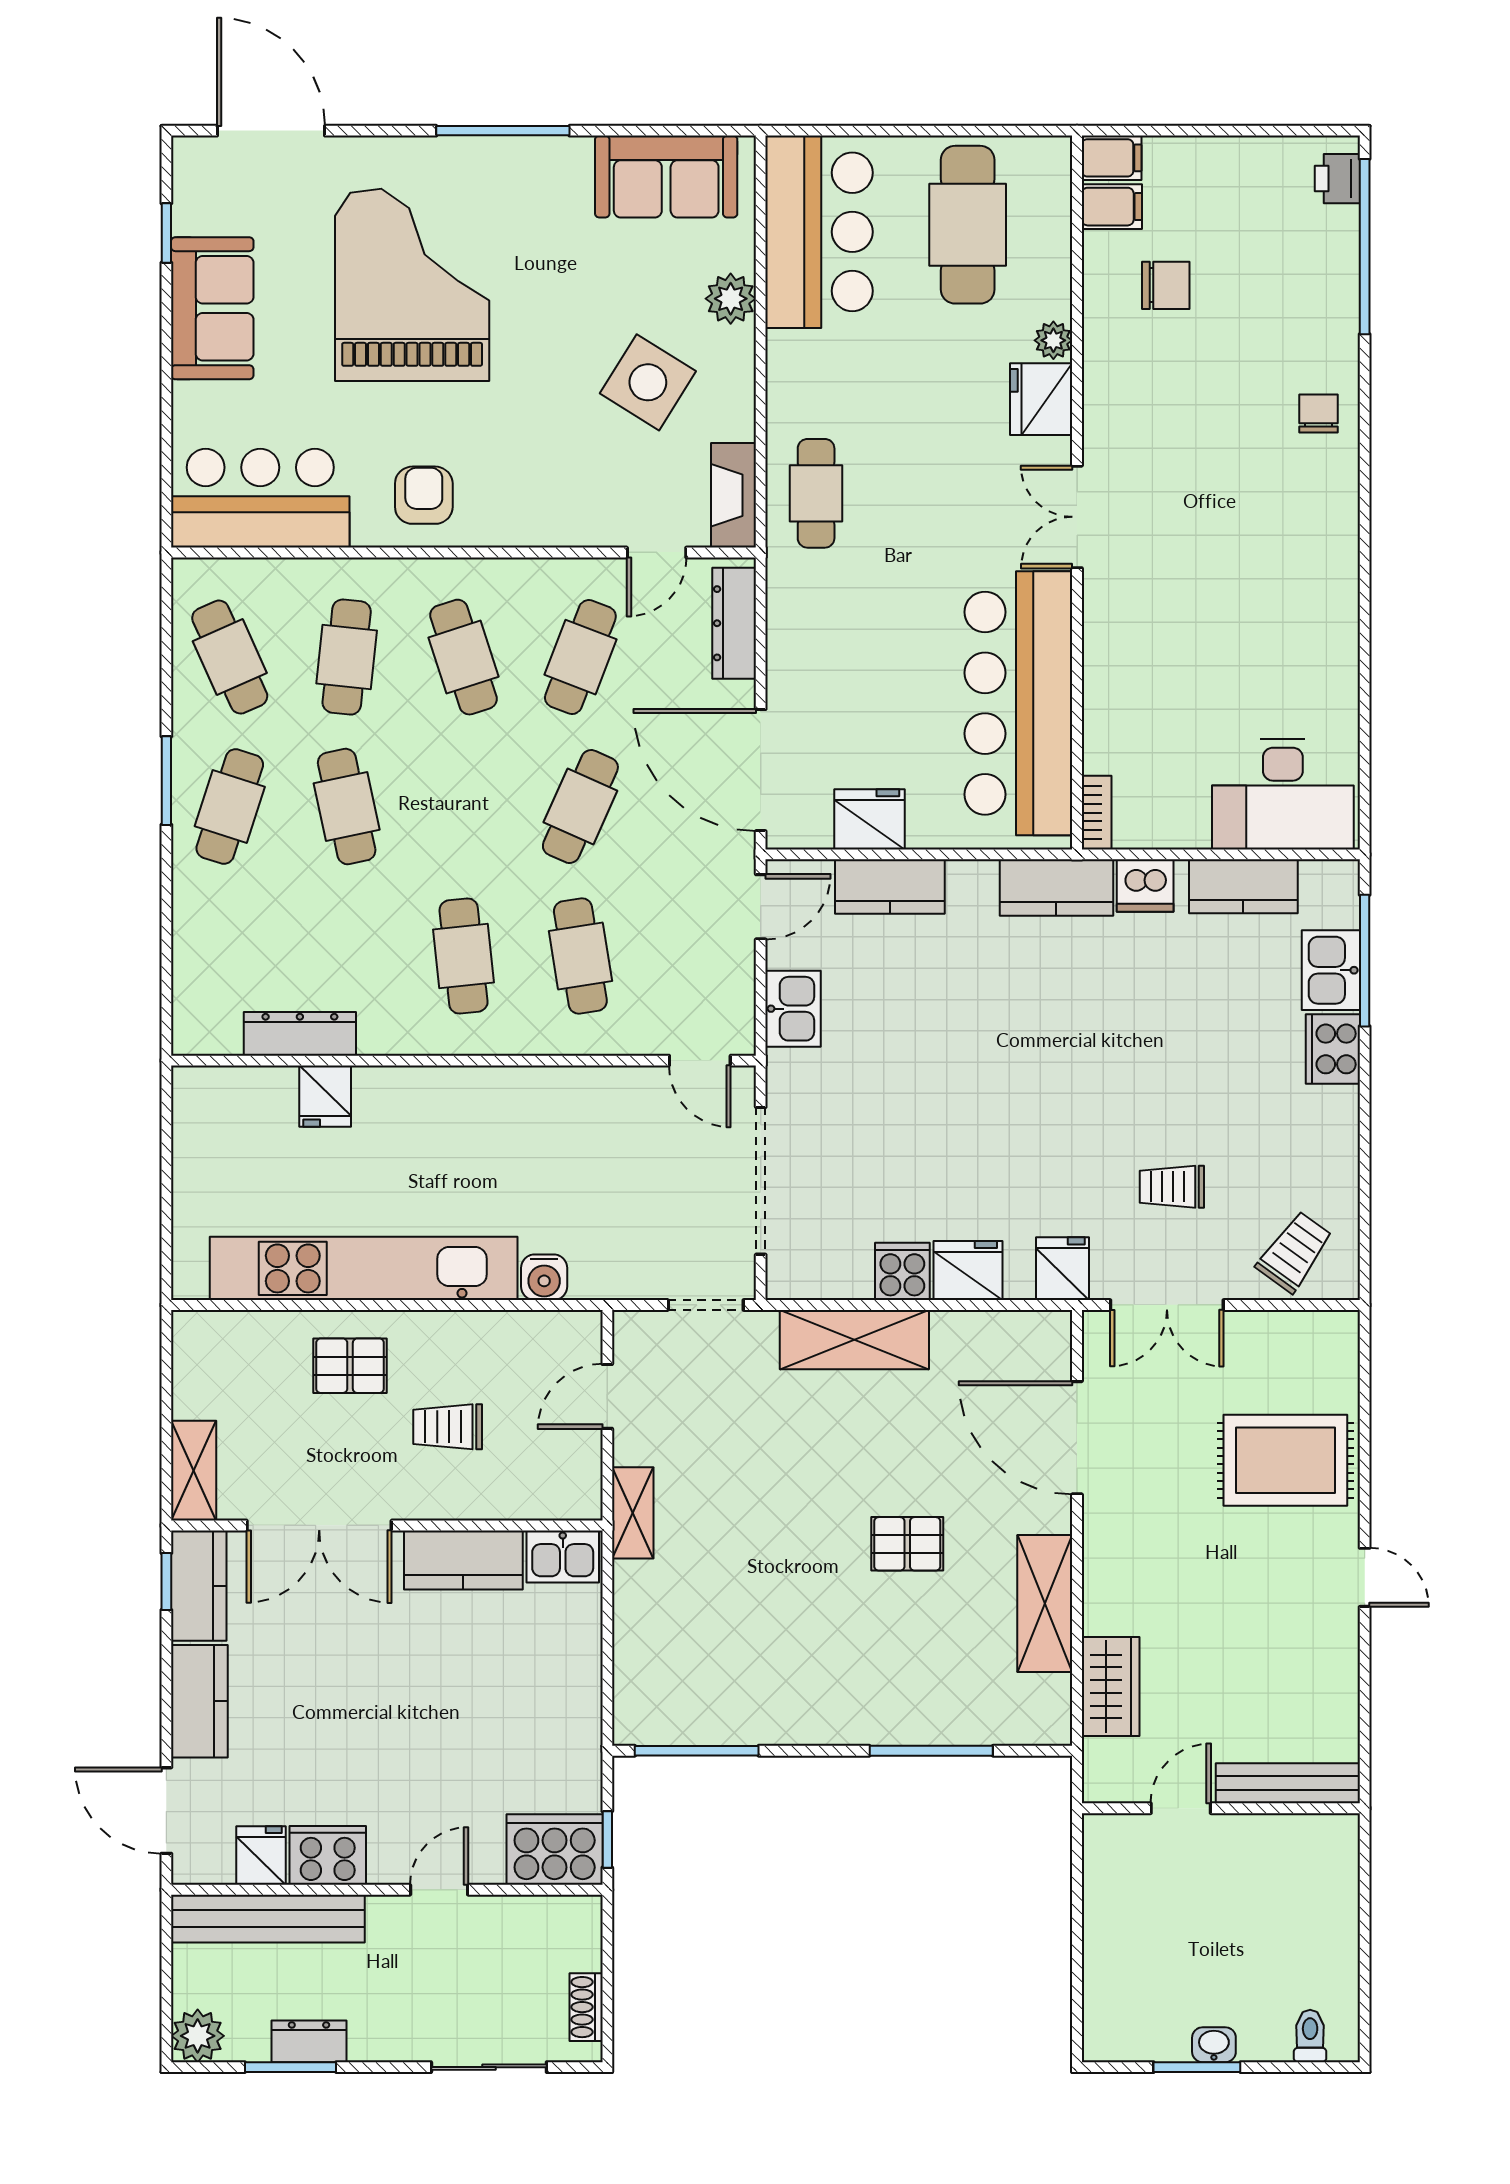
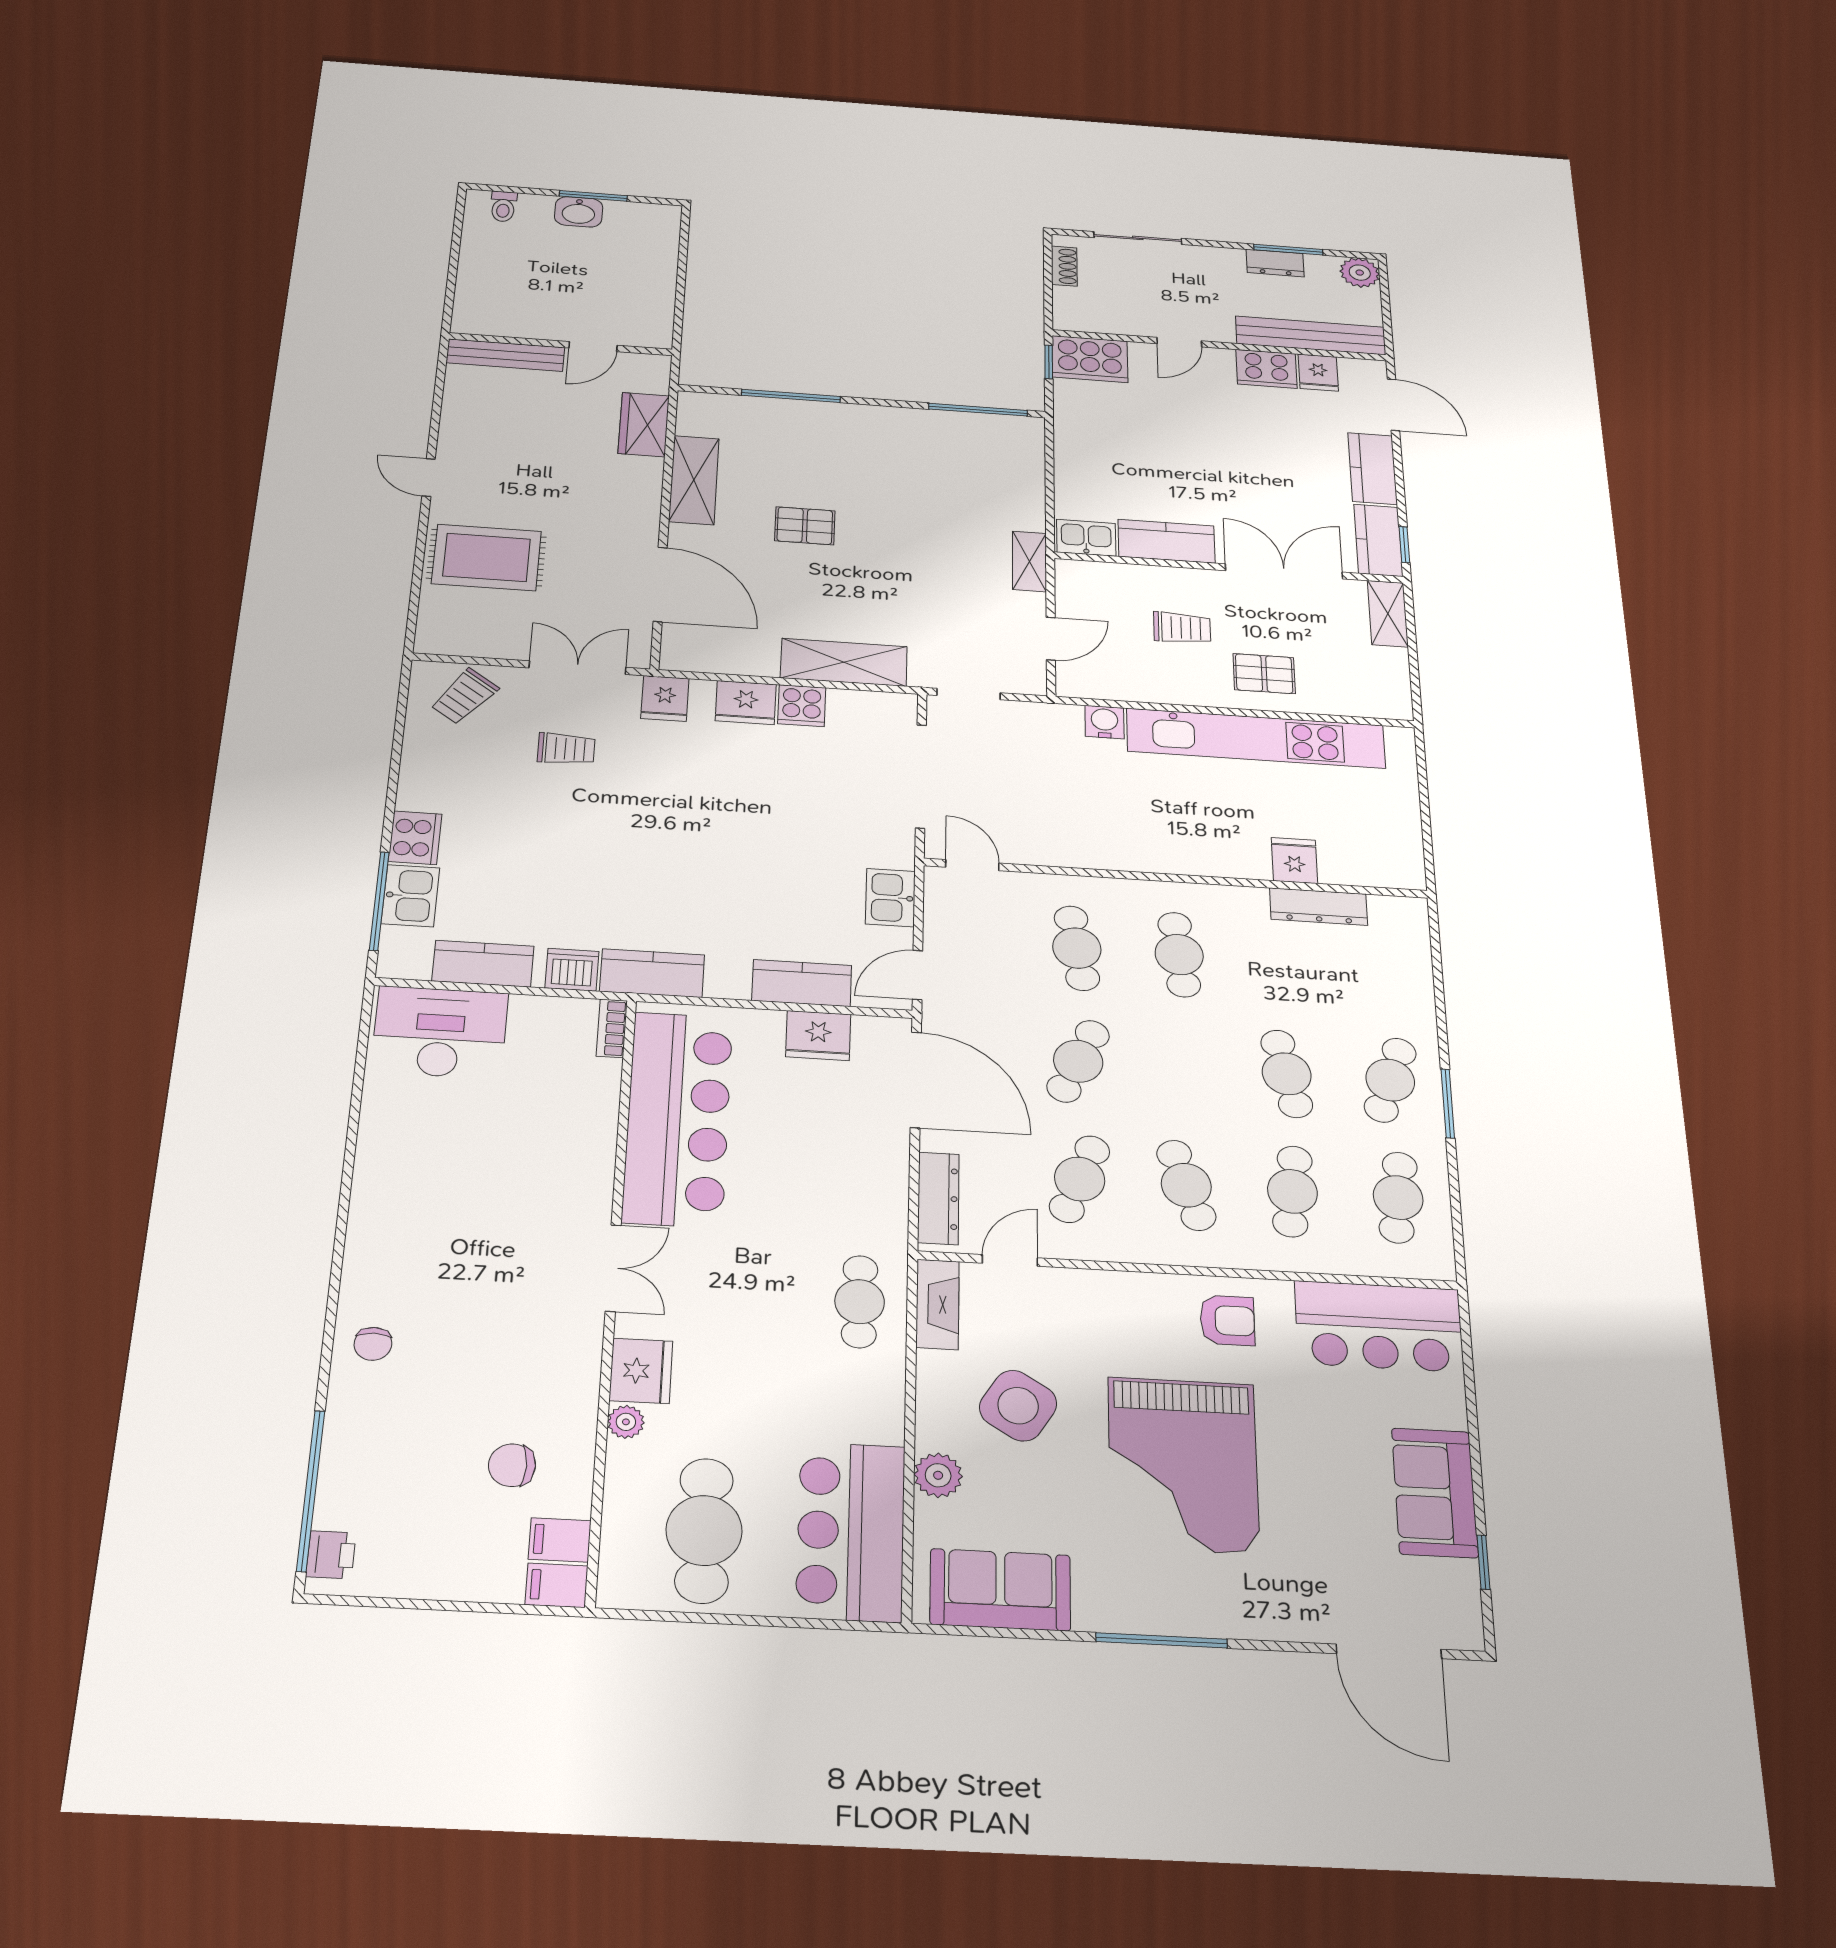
grand piano: (412, 285) -> (1183, 1465), moved
armchair: (424, 495) -> (1227, 1320), turned -90
cafe table: (230, 657) -> (1398, 1197), turned 30
washbasin: (1214, 2045) -> (579, 212), width x1.38, depth x1.45

